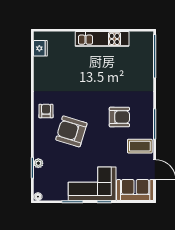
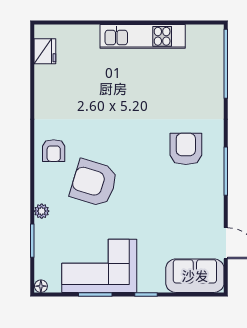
armchair: (46, 111) -> (54, 151), turned 180
armchair: (119, 117) -> (186, 149), moved, turned -90
coffee table: (140, 146) -> (202, 206), removed
plant: (38, 163) -> (42, 211), moved
corner sofa: (92, 184) -> (99, 266), moved

